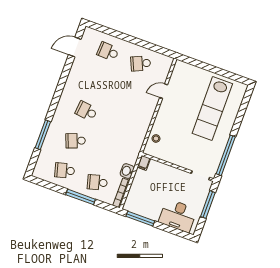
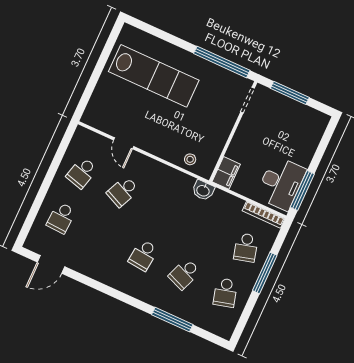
door: (75, 47) -> (51, 264), hinge flipped
school desk: (141, 63) -> (82, 173), turned 39
school desk: (130, 93) -> (123, 191), added
school desk: (76, 141) -> (184, 274), turned 42
filing cabinet: (144, 163) -> (226, 173), width x2.00
washbasin: (127, 171) -> (203, 190), moved
desk: (178, 216) -> (281, 183), moved

